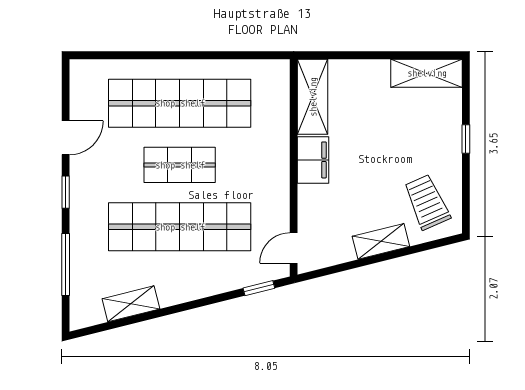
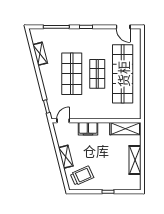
shelving: (427, 73) -> (135, 160), moved
door: (66, 138) -> (123, 27), moved
filing cabinet: (313, 160) -> (88, 129), moved
shop shelf: (180, 227) -> (72, 74), width x0.71
door: (294, 248) -> (63, 121), hinge flipped

